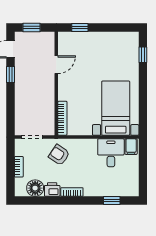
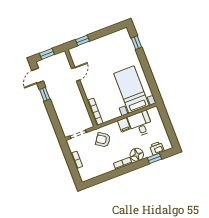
filing cabinet: (131, 147) -> (124, 125), moved
floor lamp: (35, 188) -> (137, 155), moved
printer: (52, 189) -> (157, 148), moved

